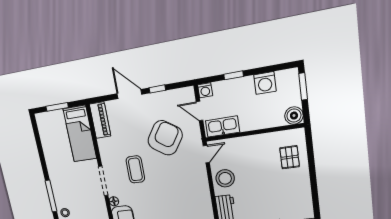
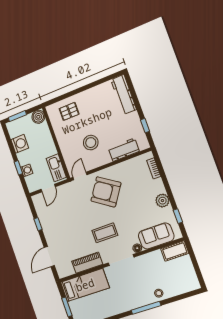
washing machine: (205, 90) -> (27, 170), moved
door: (129, 94) -> (49, 257), moved
piano: (100, 120) -> (87, 263), moved
armchair: (165, 138) -> (106, 192), moved
door: (206, 154) -> (80, 176), hinge flipped
stool: (225, 178) -> (91, 143), moved

